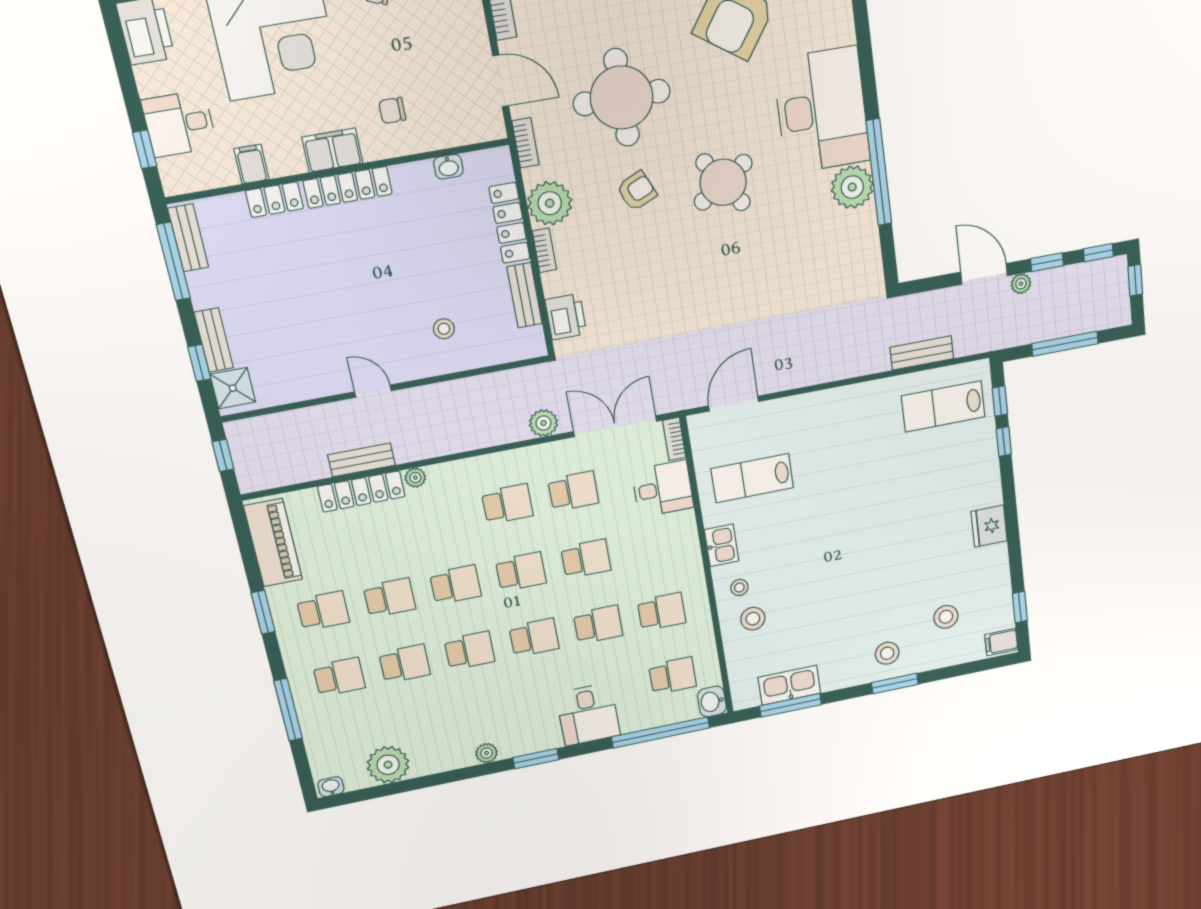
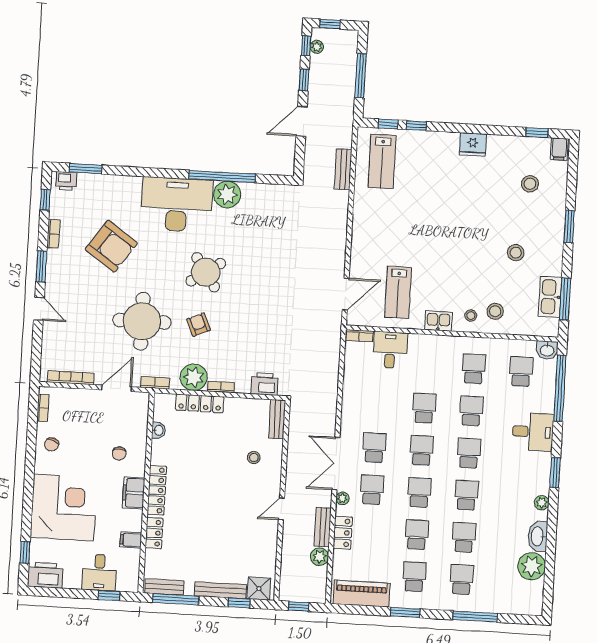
plant: (1021, 284) -> (317, 47), moved
bench: (524, 295) -> (277, 419), moved, turned 90
bench: (214, 340) -> (220, 590), width x1.36
door: (734, 404) -> (346, 294), swing flipped
plant: (544, 423) -> (320, 557), moved
double door: (615, 426) -> (336, 464), moved
locker: (361, 491) -> (343, 533), width x0.66
school desk: (573, 491) -> (372, 490), moved
stool: (887, 653) -> (516, 253), moved
washbasin: (331, 787) -> (538, 536), moved, width x1.91, depth x1.45

